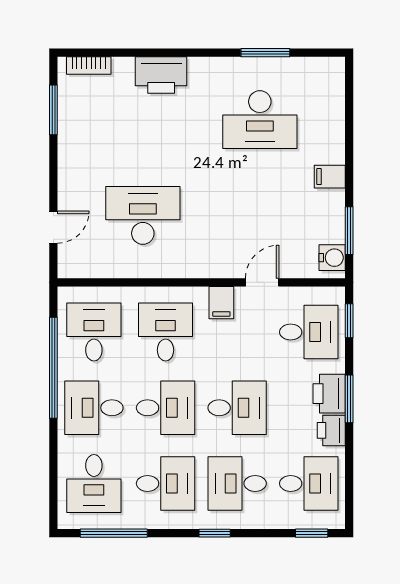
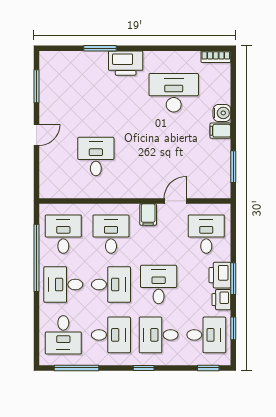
window: (265, 53) -> (100, 48), moved
bookcase: (89, 65) -> (216, 57), moved
printer: (161, 75) -> (126, 63), moved
desk: (260, 120) -> (174, 93), turned 180
desk: (143, 215) -> (96, 156), width x0.73
door: (53, 227) -> (36, 135), moved
water cooler: (332, 258) -> (222, 113), moved
window: (349, 321) -> (233, 328), moved
desk: (309, 332) -> (206, 234), turned -90
desk: (237, 408) -> (159, 284), turned -90

